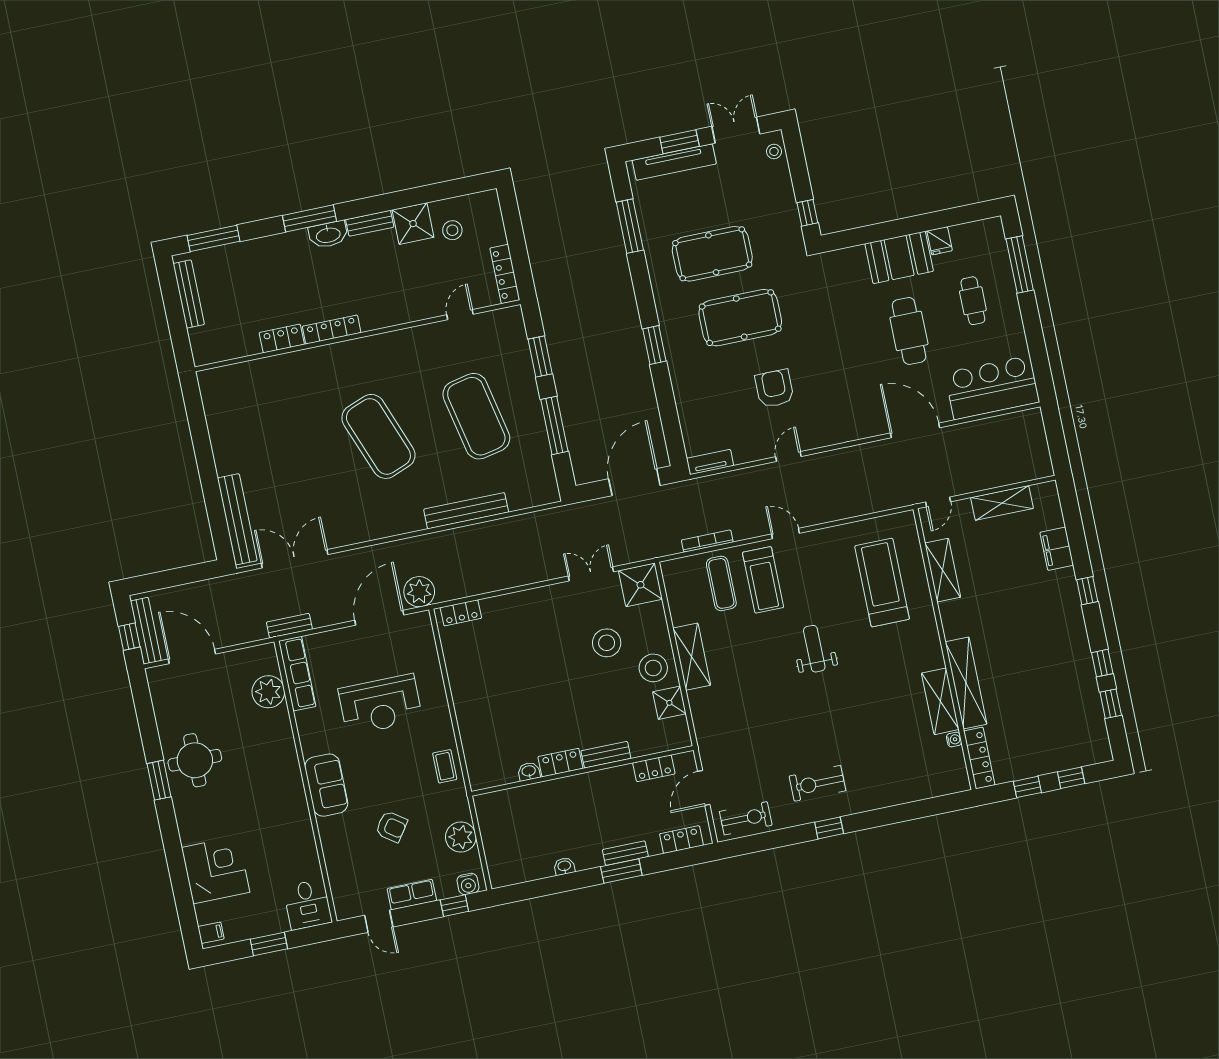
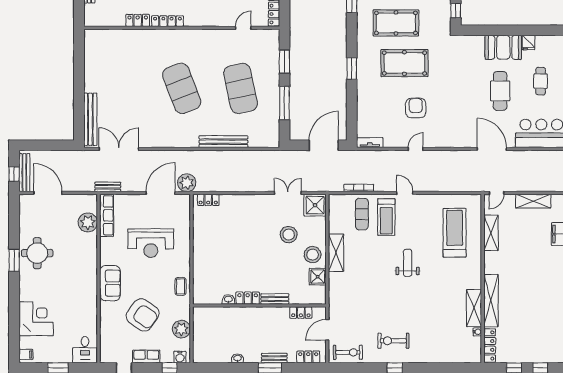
armchair: (391, 827) -> (143, 315), width x1.88, depth x1.88

